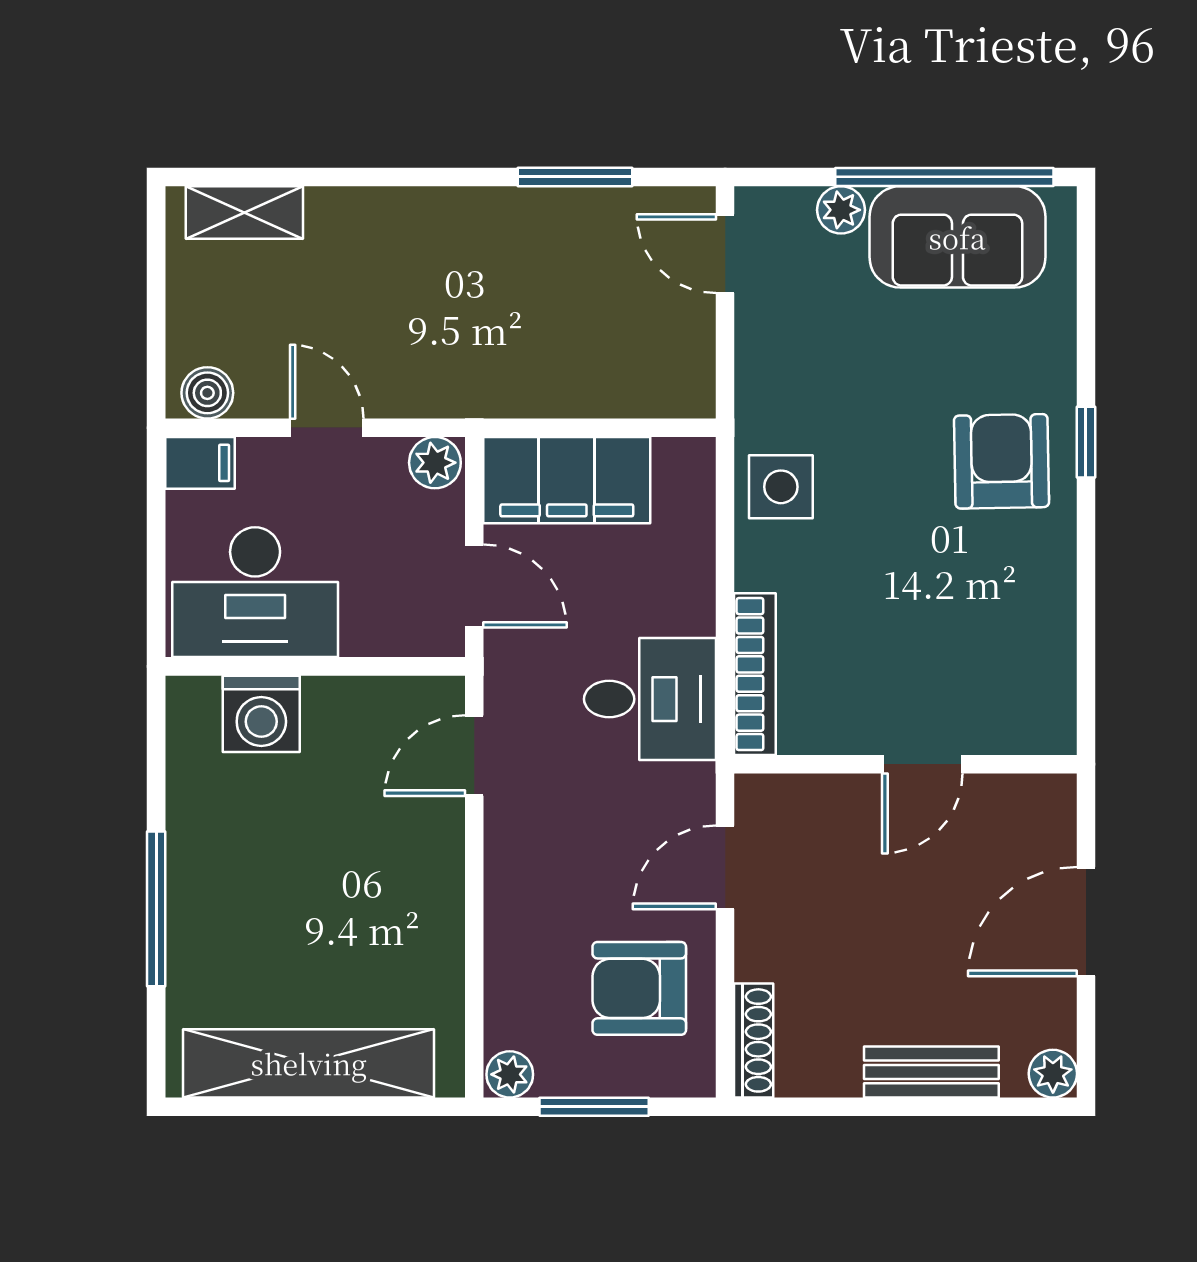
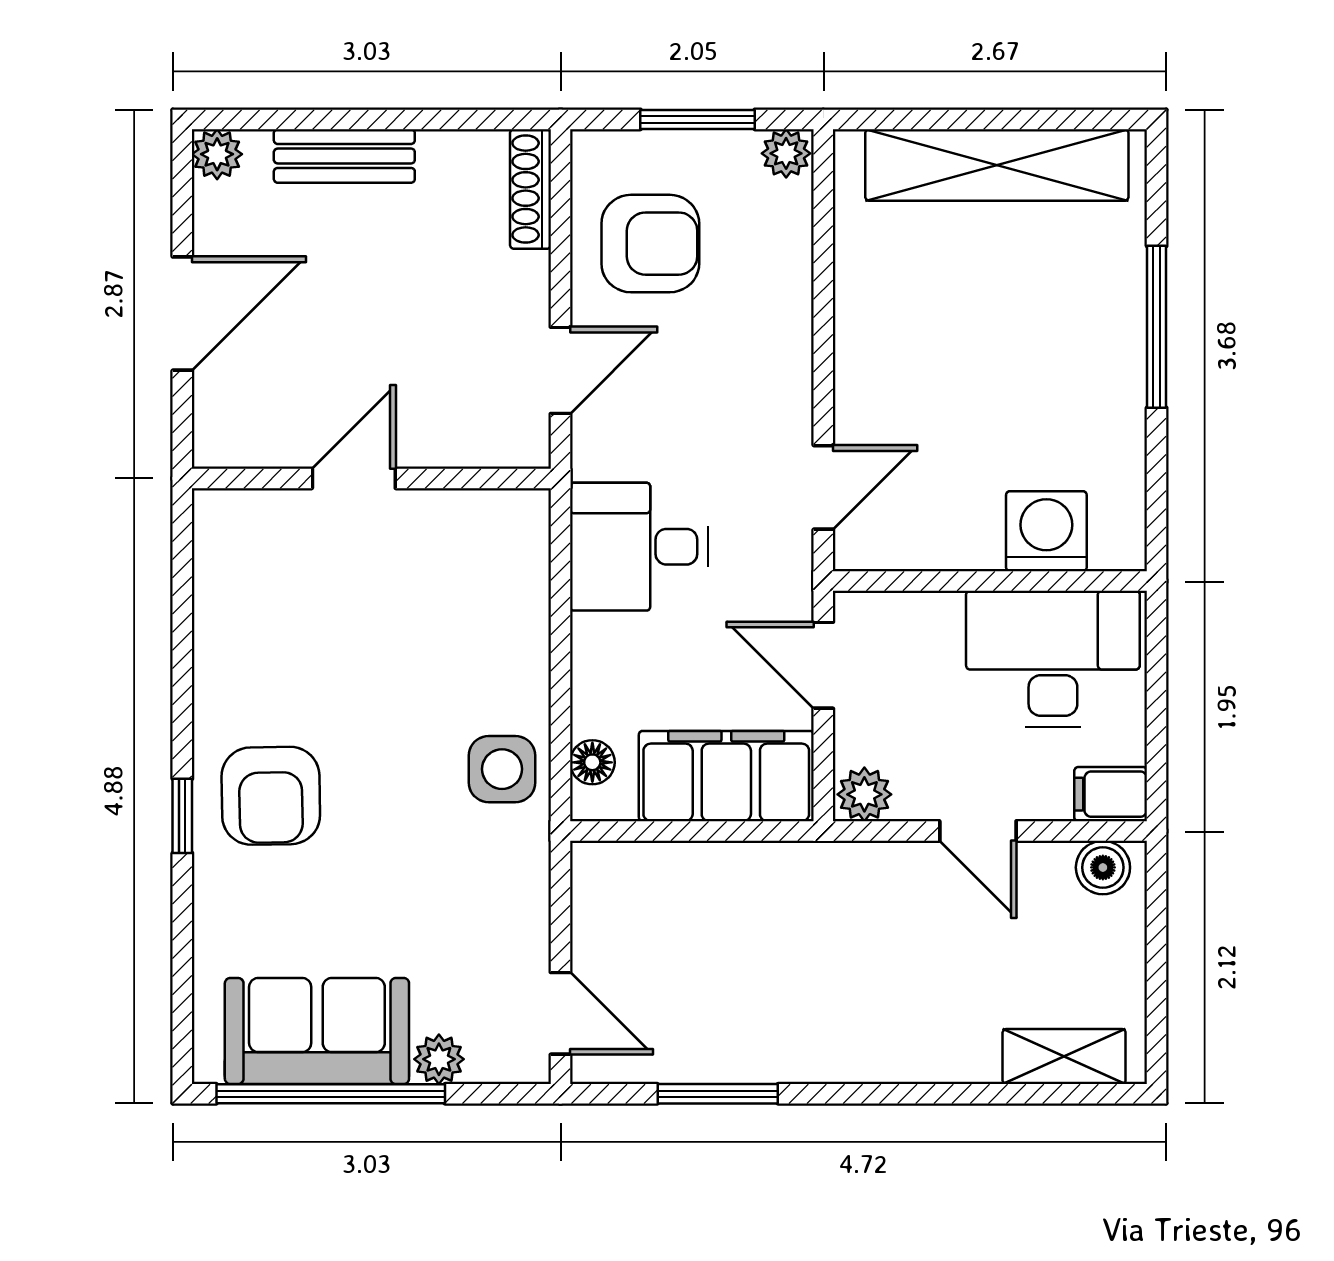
floor lamp: (695, 493) -> (592, 762), added
bookcase: (755, 674) -> (529, 573), removed

